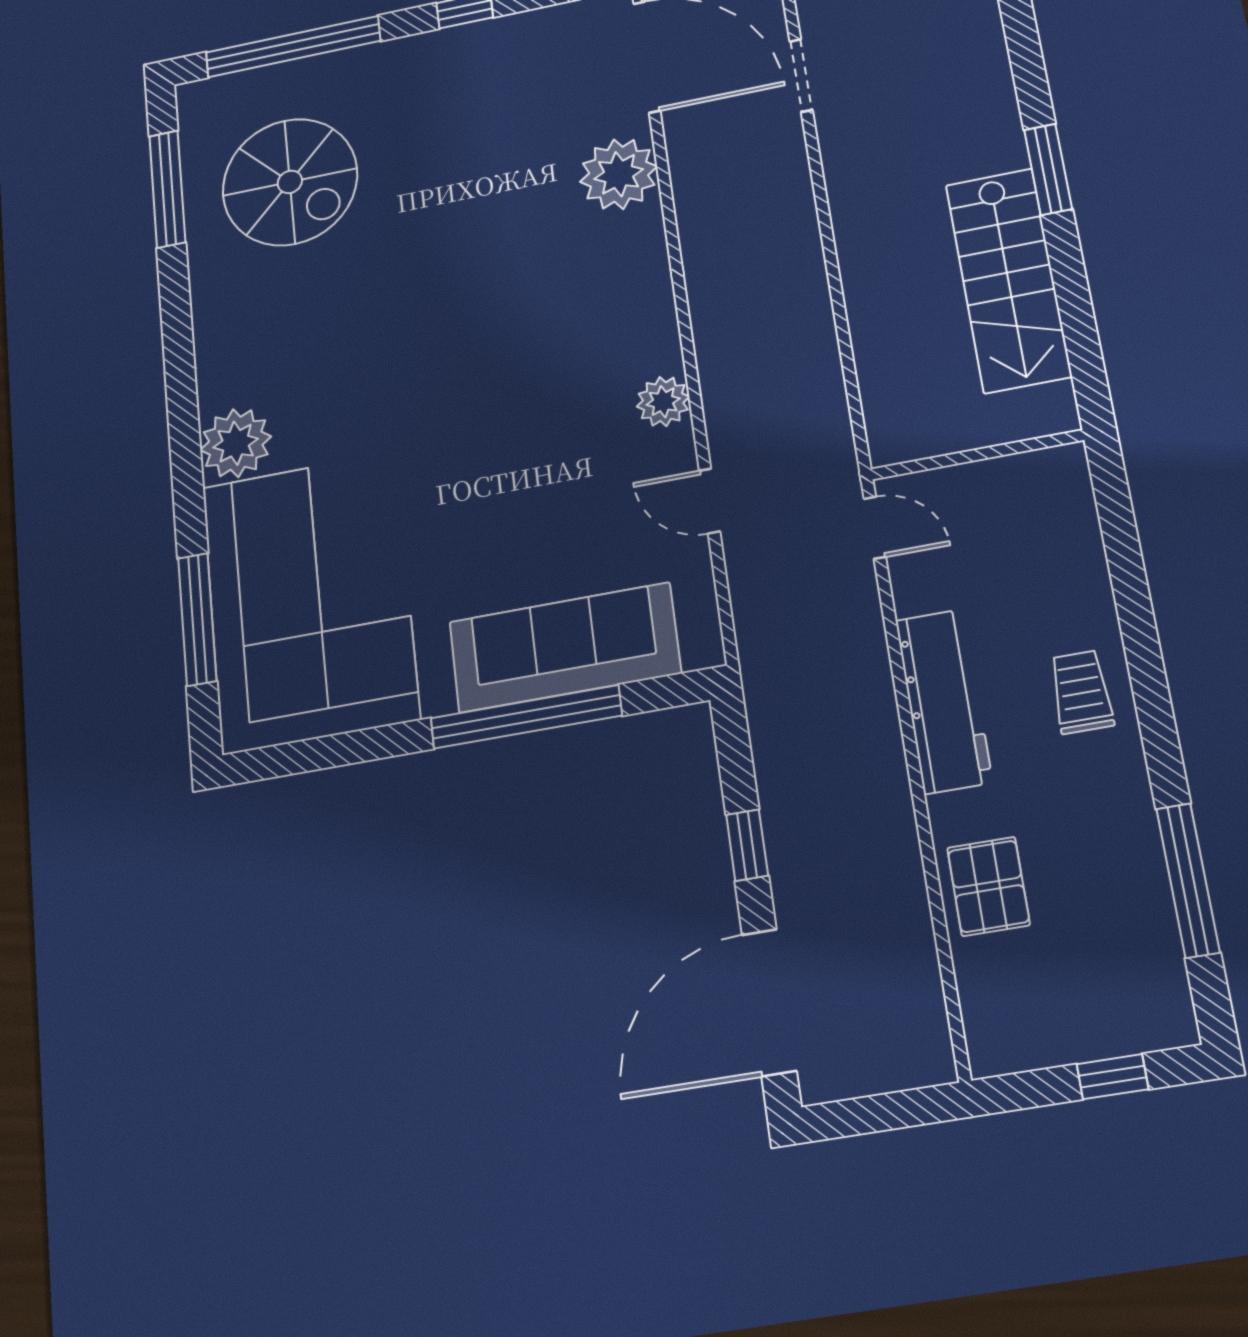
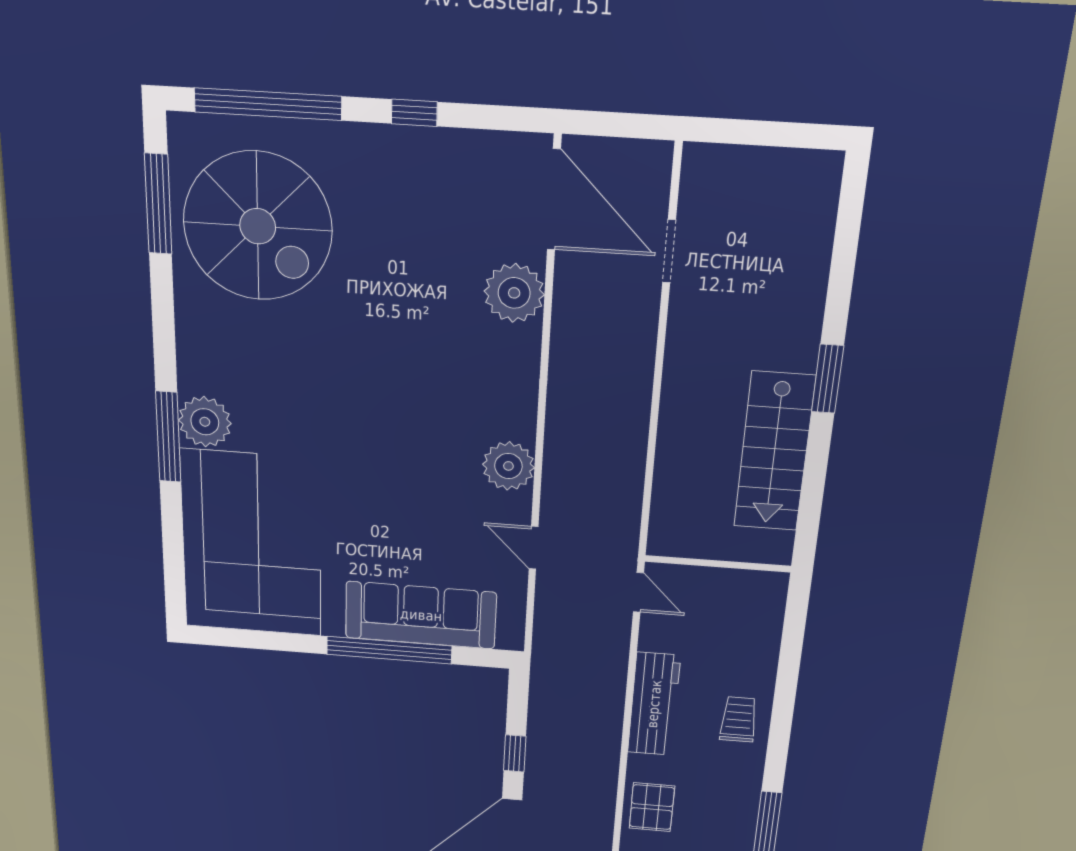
spiral stairs: (290, 182) -> (258, 226), width x1.37, depth x1.37
plant: (663, 402) -> (508, 466), width x1.36, depth x1.36
window: (197, 619) -> (168, 437), moved

